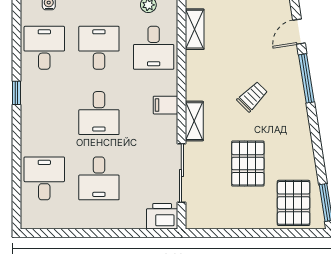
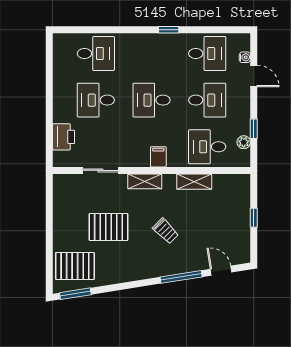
shelving: (195, 29) -> (194, 182), moved
sliding door: (181, 173) -> (100, 170), width x0.73
printer: (162, 216) -> (64, 137), moved

